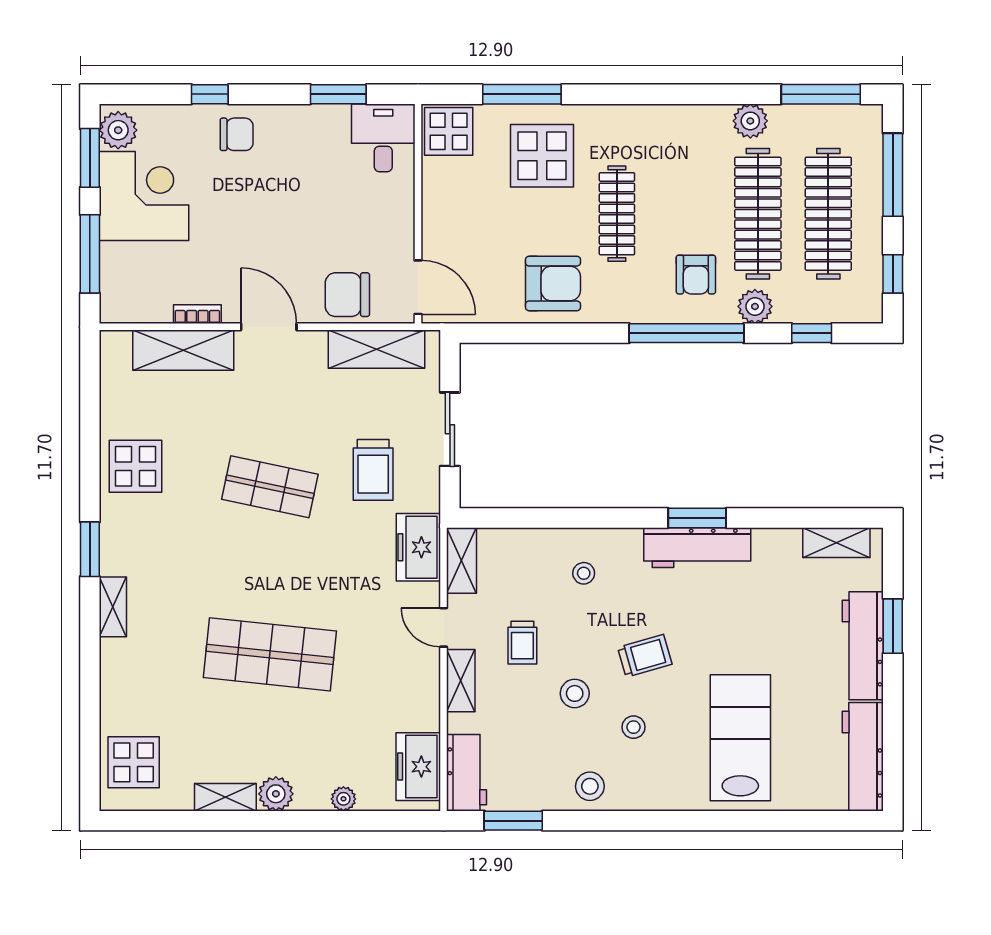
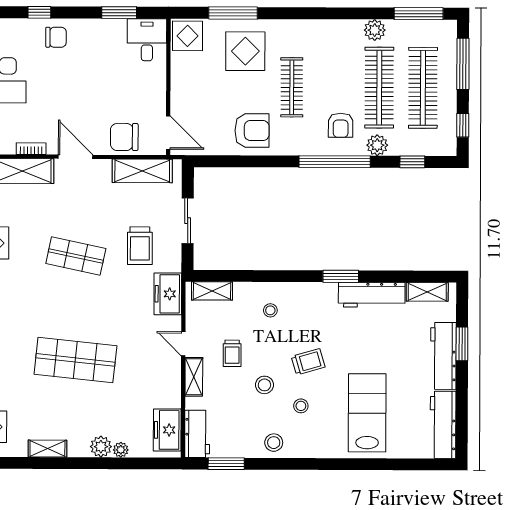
workbench: (697, 548) -> (372, 295), moved
shelving: (462, 560) -> (212, 291), moved, turned 90
plant: (276, 794) -> (101, 447), moved

